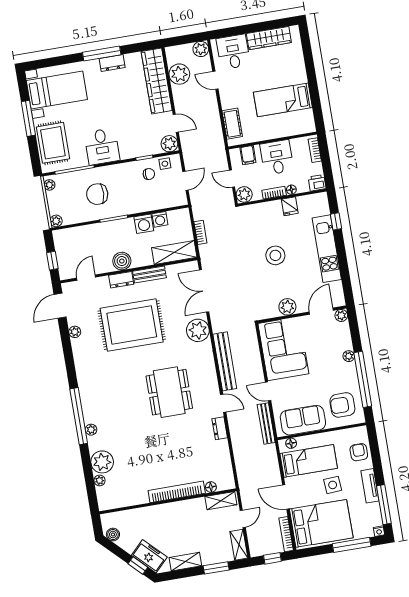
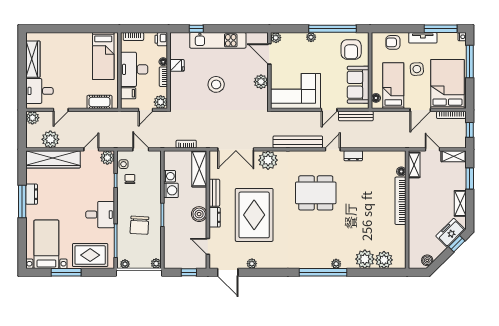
bed: (283, 100) -> (103, 56), moved
desk: (277, 157) -> (134, 69), width x1.37
plant: (99, 480) -> (384, 260), width x1.88, depth x1.88

